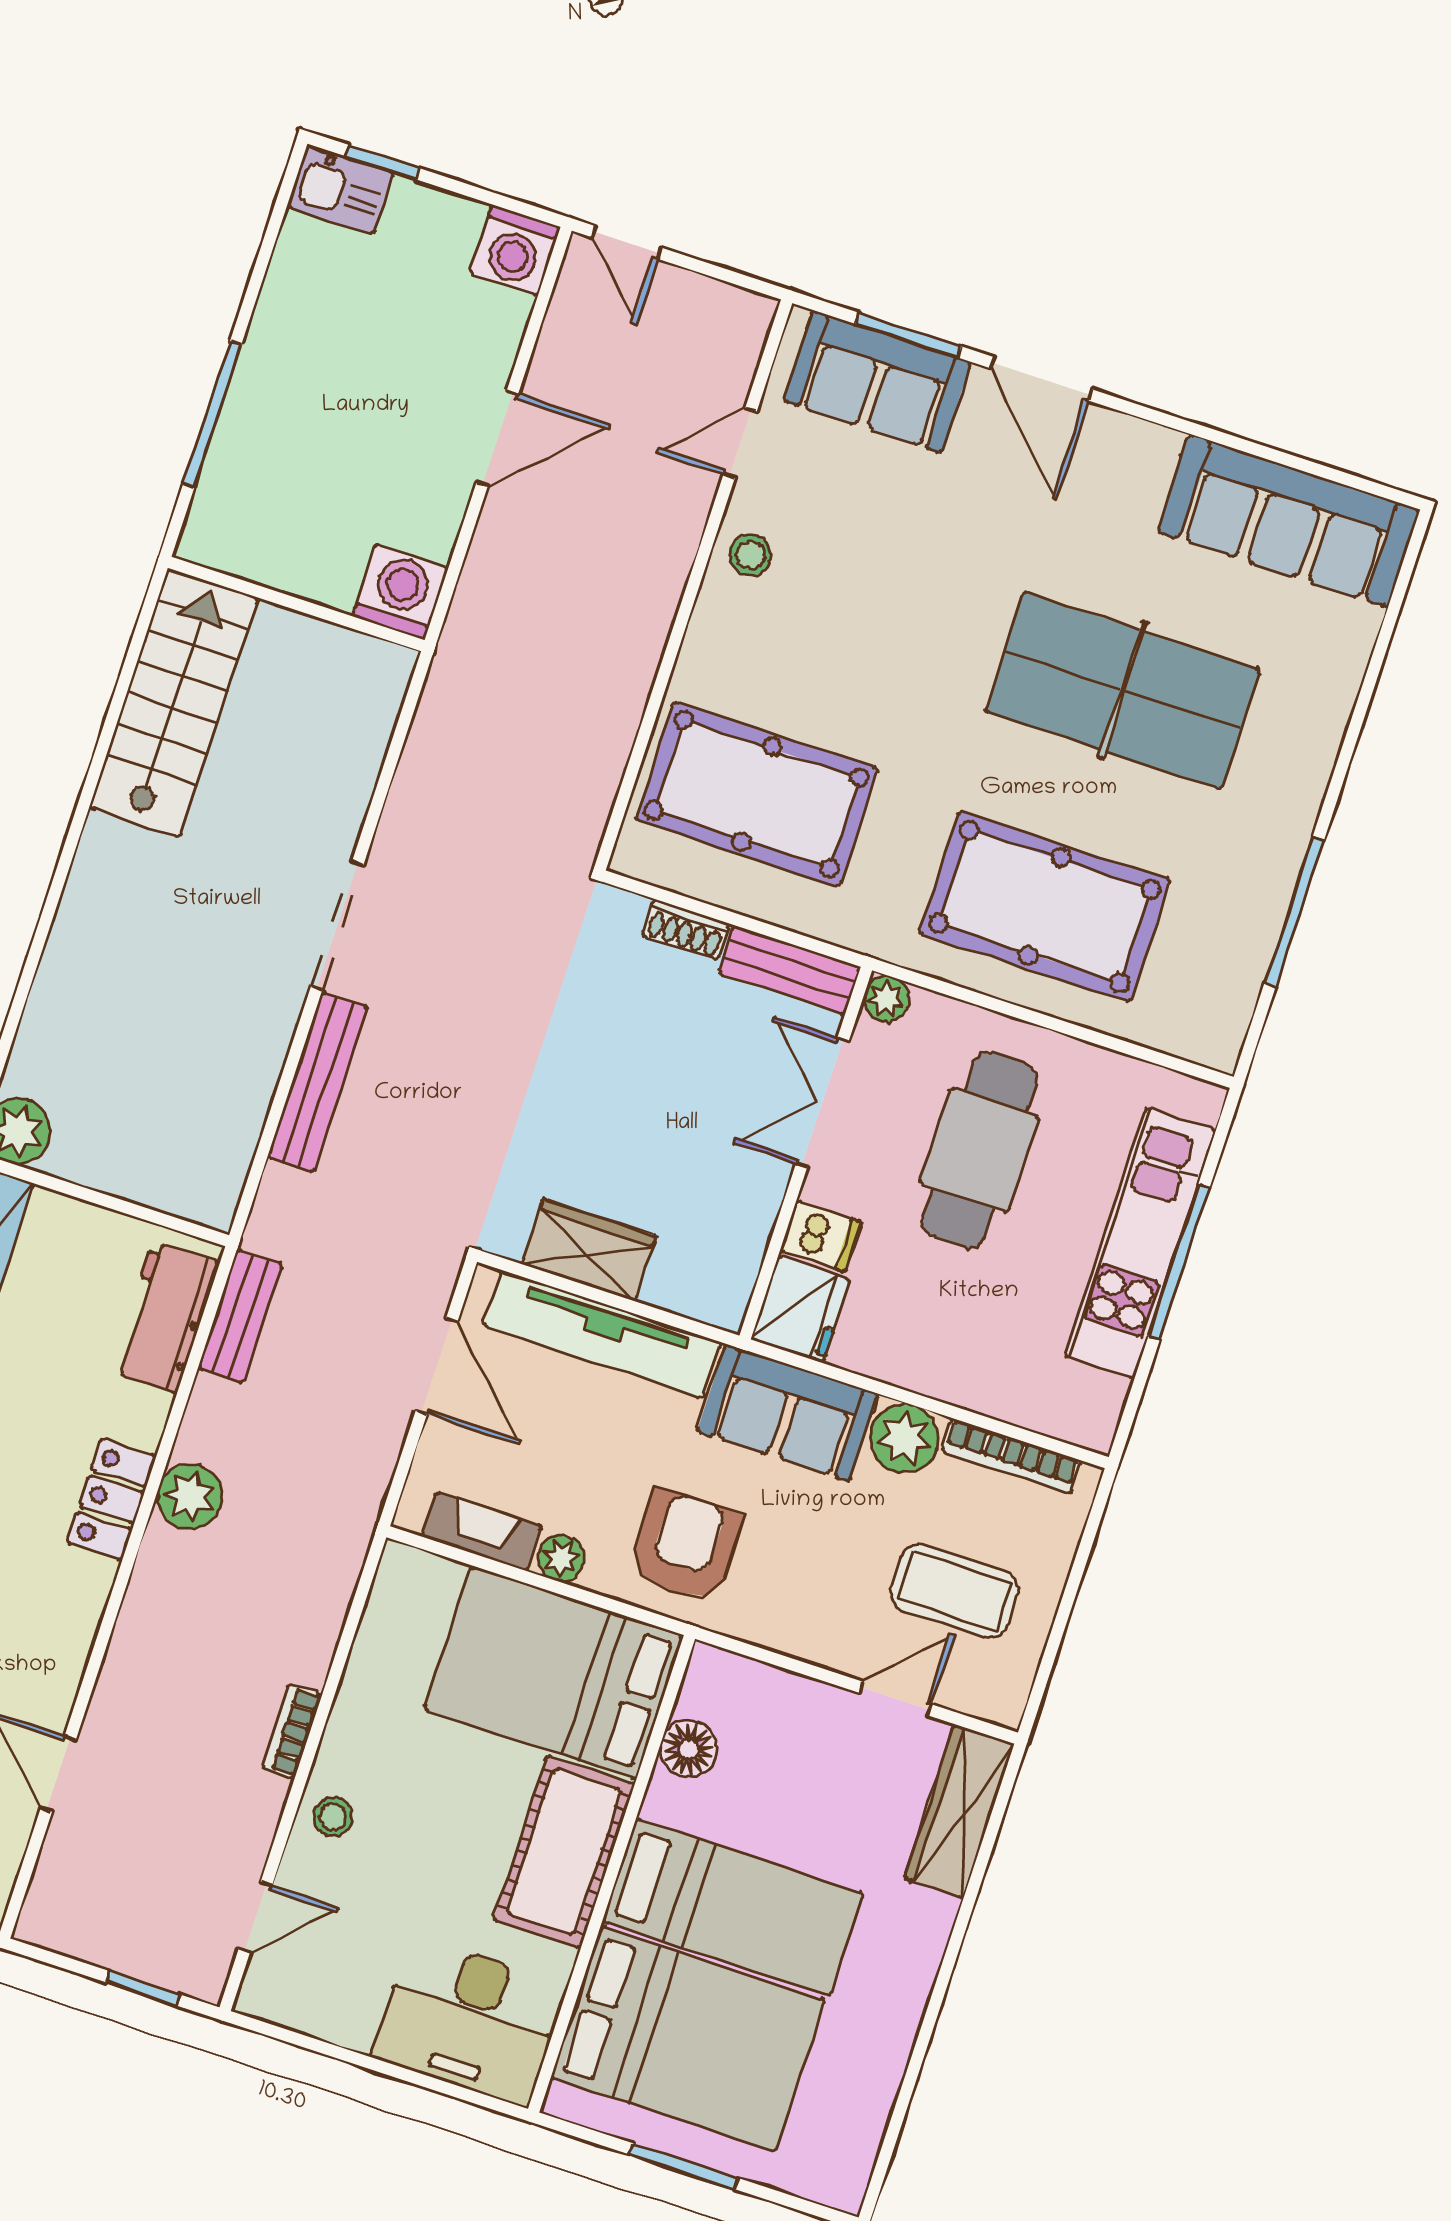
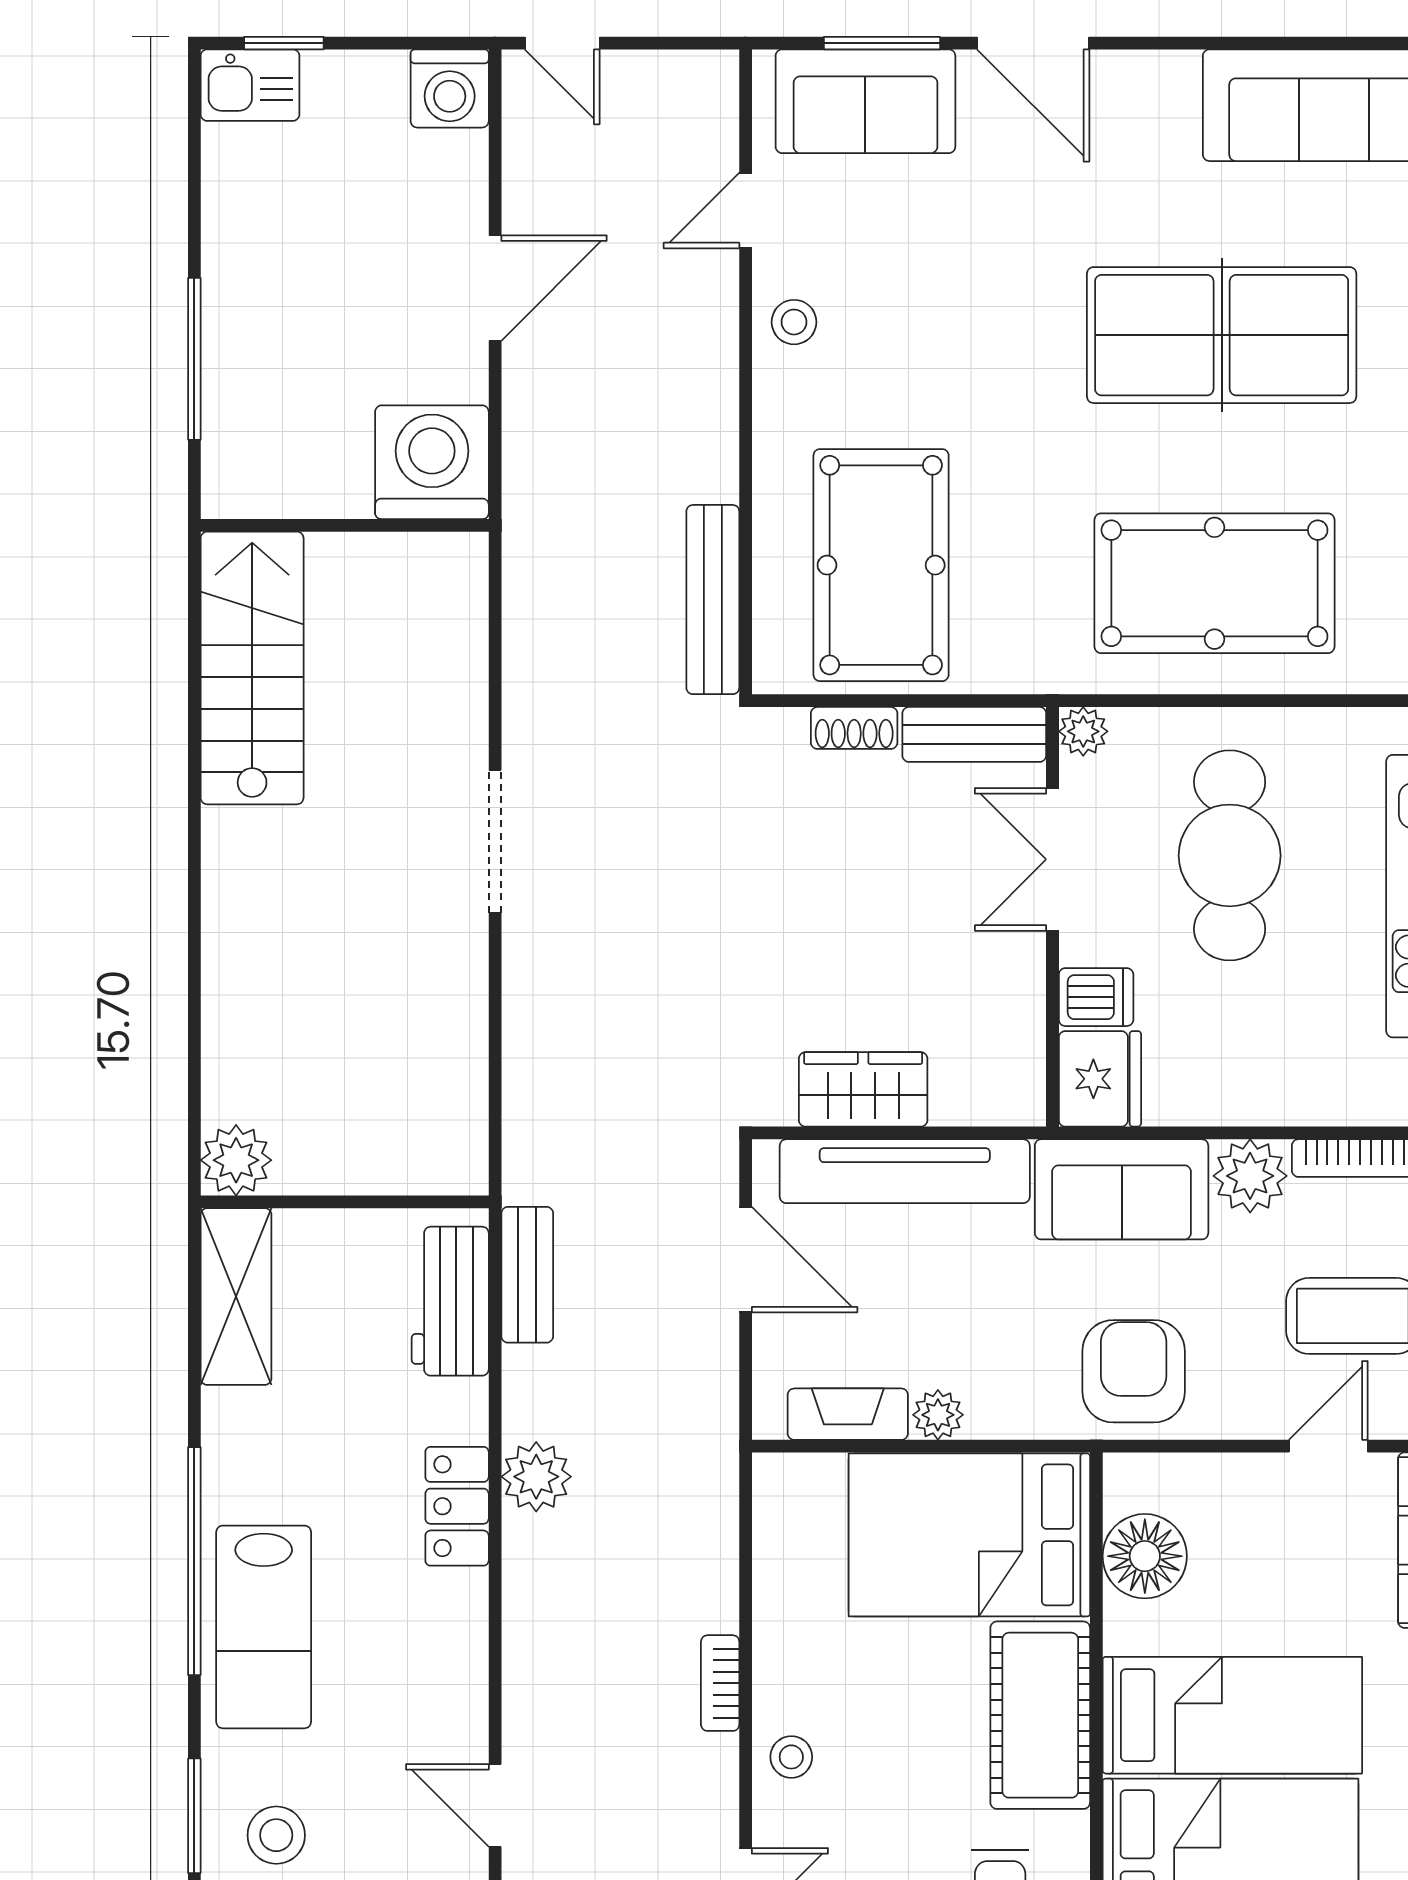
washing machine: (400, 592) -> (432, 462), width x1.37, depth x1.37
pool table: (757, 794) -> (881, 565), turned 90
bench: (318, 1082) -> (713, 600), moved
armchair: (685, 1546) -> (1134, 1371), moved
floor lamp: (689, 1749) -> (1145, 1556), width x1.38, depth x1.38

